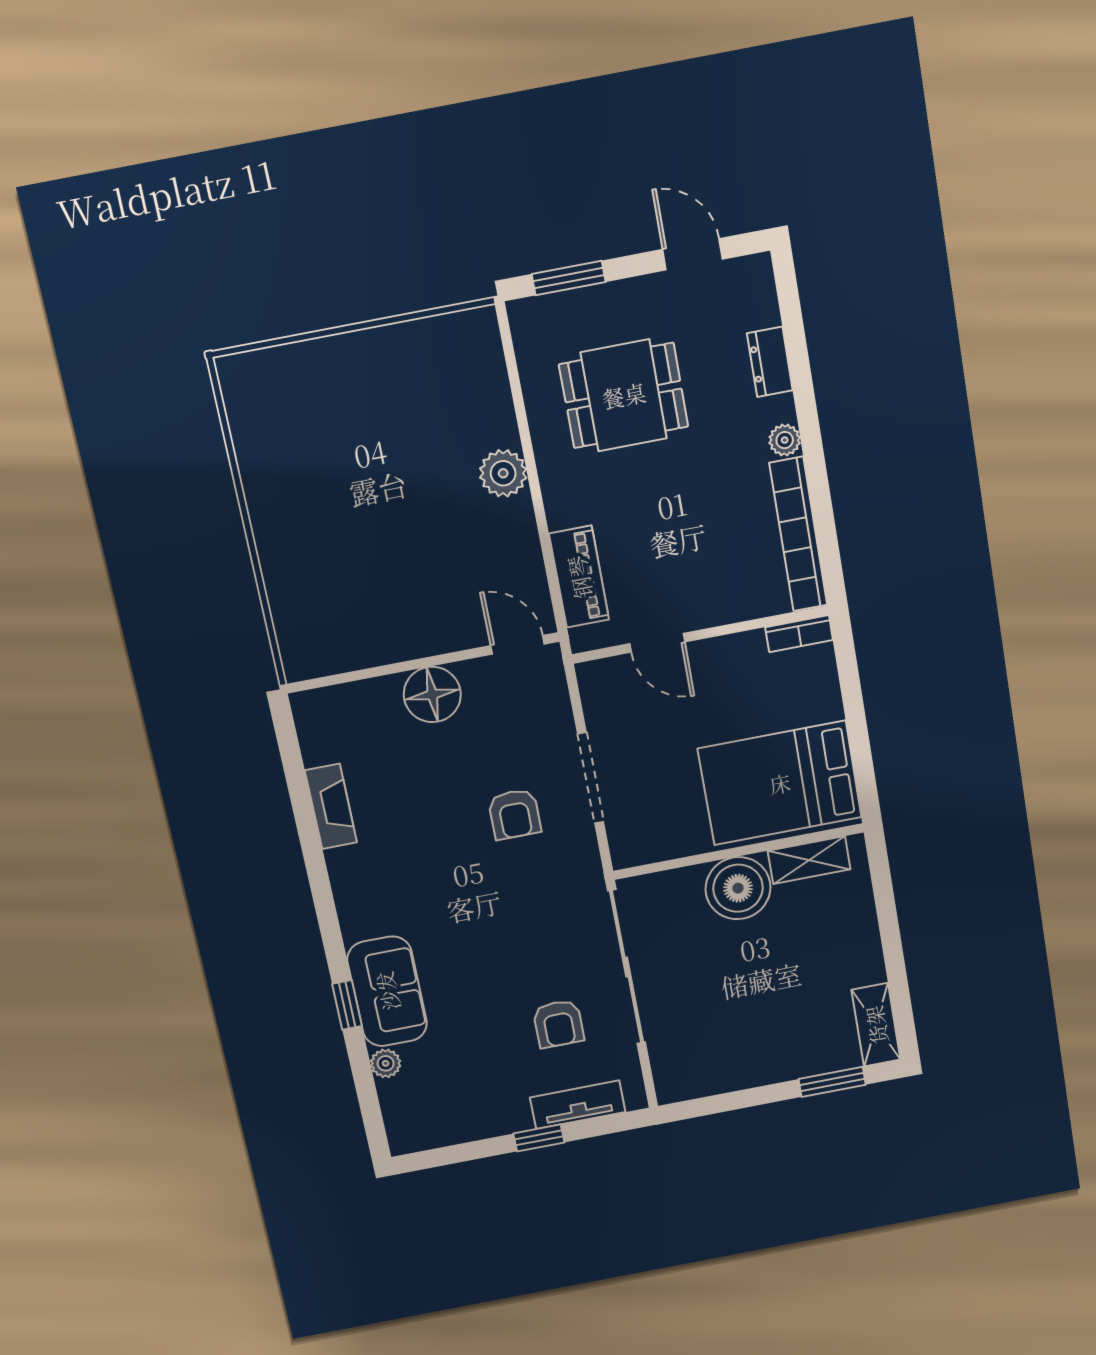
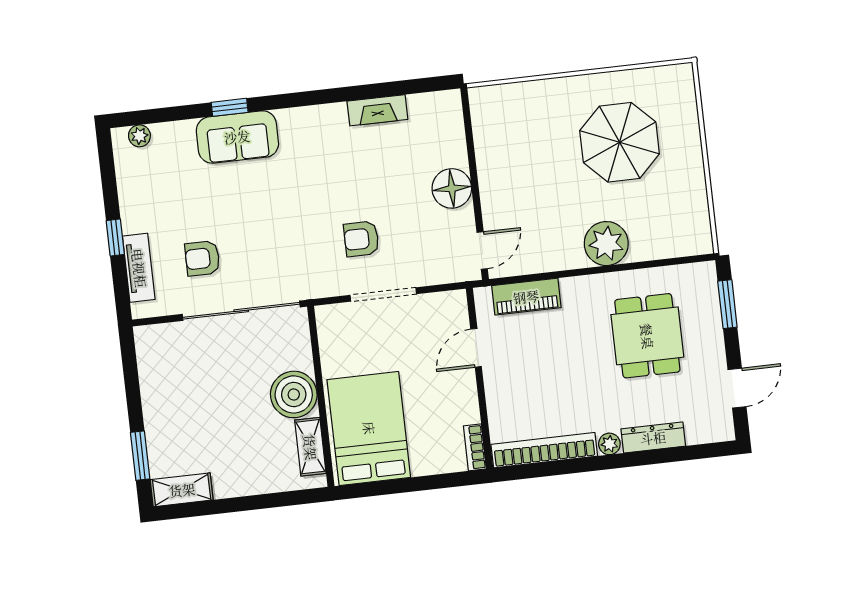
dresser: (770, 362) -> (653, 438), width x1.44
parasol: (343, 458) -> (620, 142), added
plant: (503, 473) -> (606, 244), width x1.36, depth x1.36
plant: (386, 1063) -> (139, 136), moved

